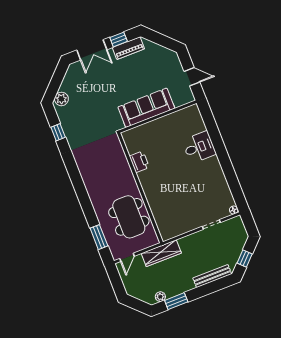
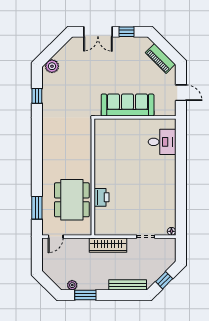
piano: (128, 48) -> (160, 58), moved, turned 45
desk: (199, 147) -> (162, 142), moved
printer: (139, 162) -> (101, 197), moved
wardrobe: (161, 253) -> (108, 245), moved

